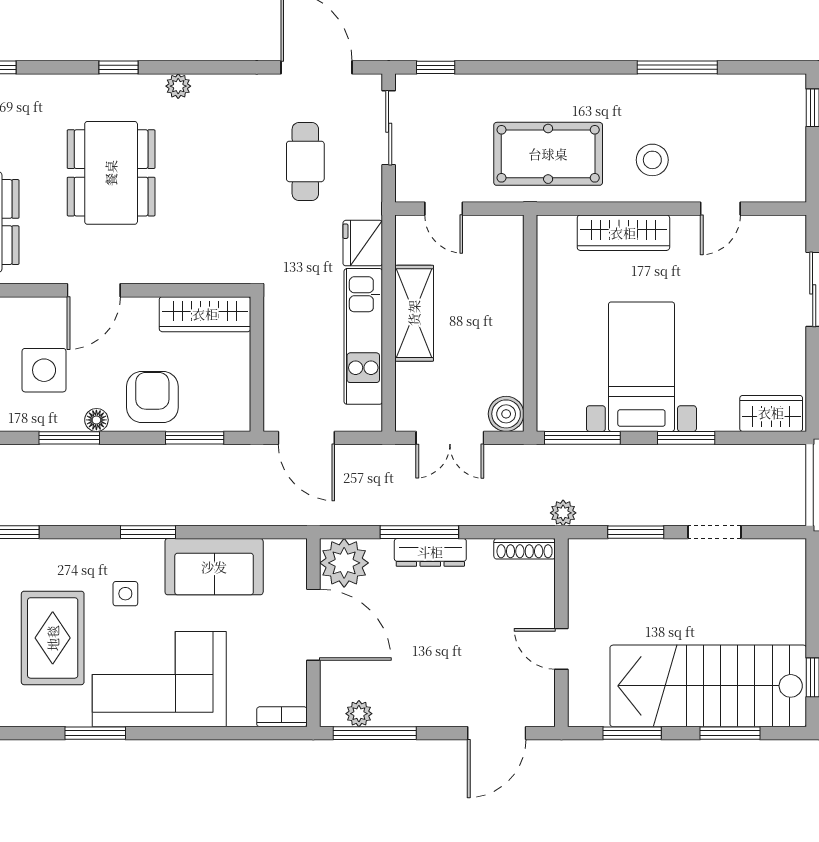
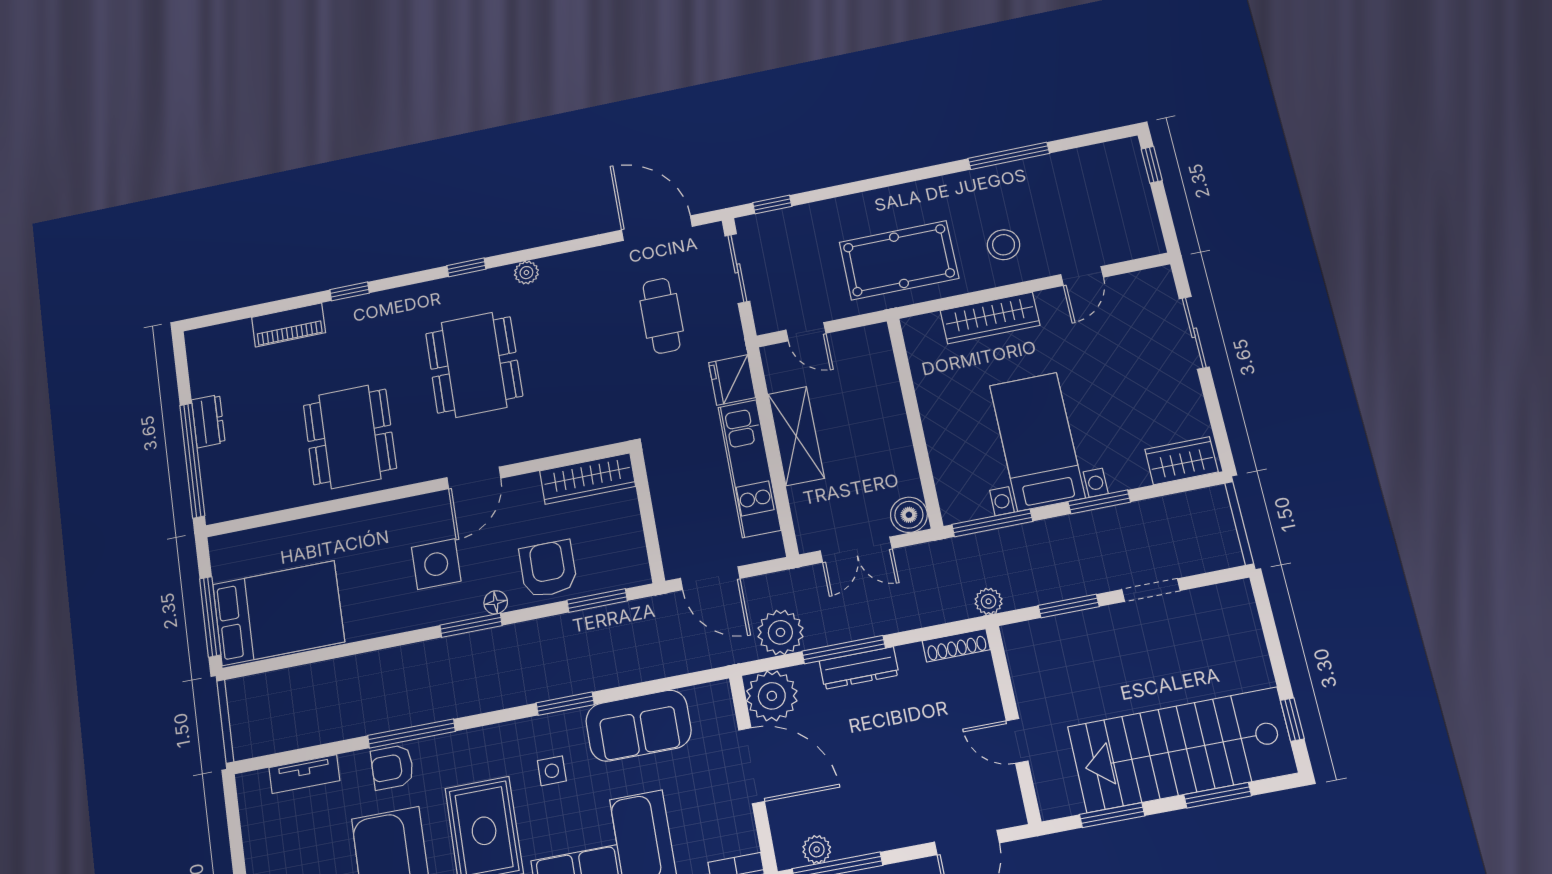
plant: (363, 504) -> (780, 632), added

